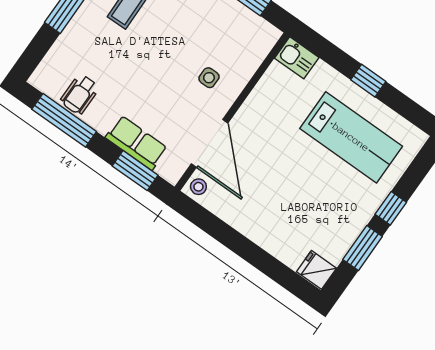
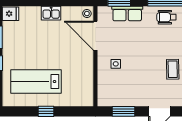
kitchen sink: (297, 58) -> (51, 13), moved, turned 180
wheelchair: (80, 94) -> (166, 17), turned -90

